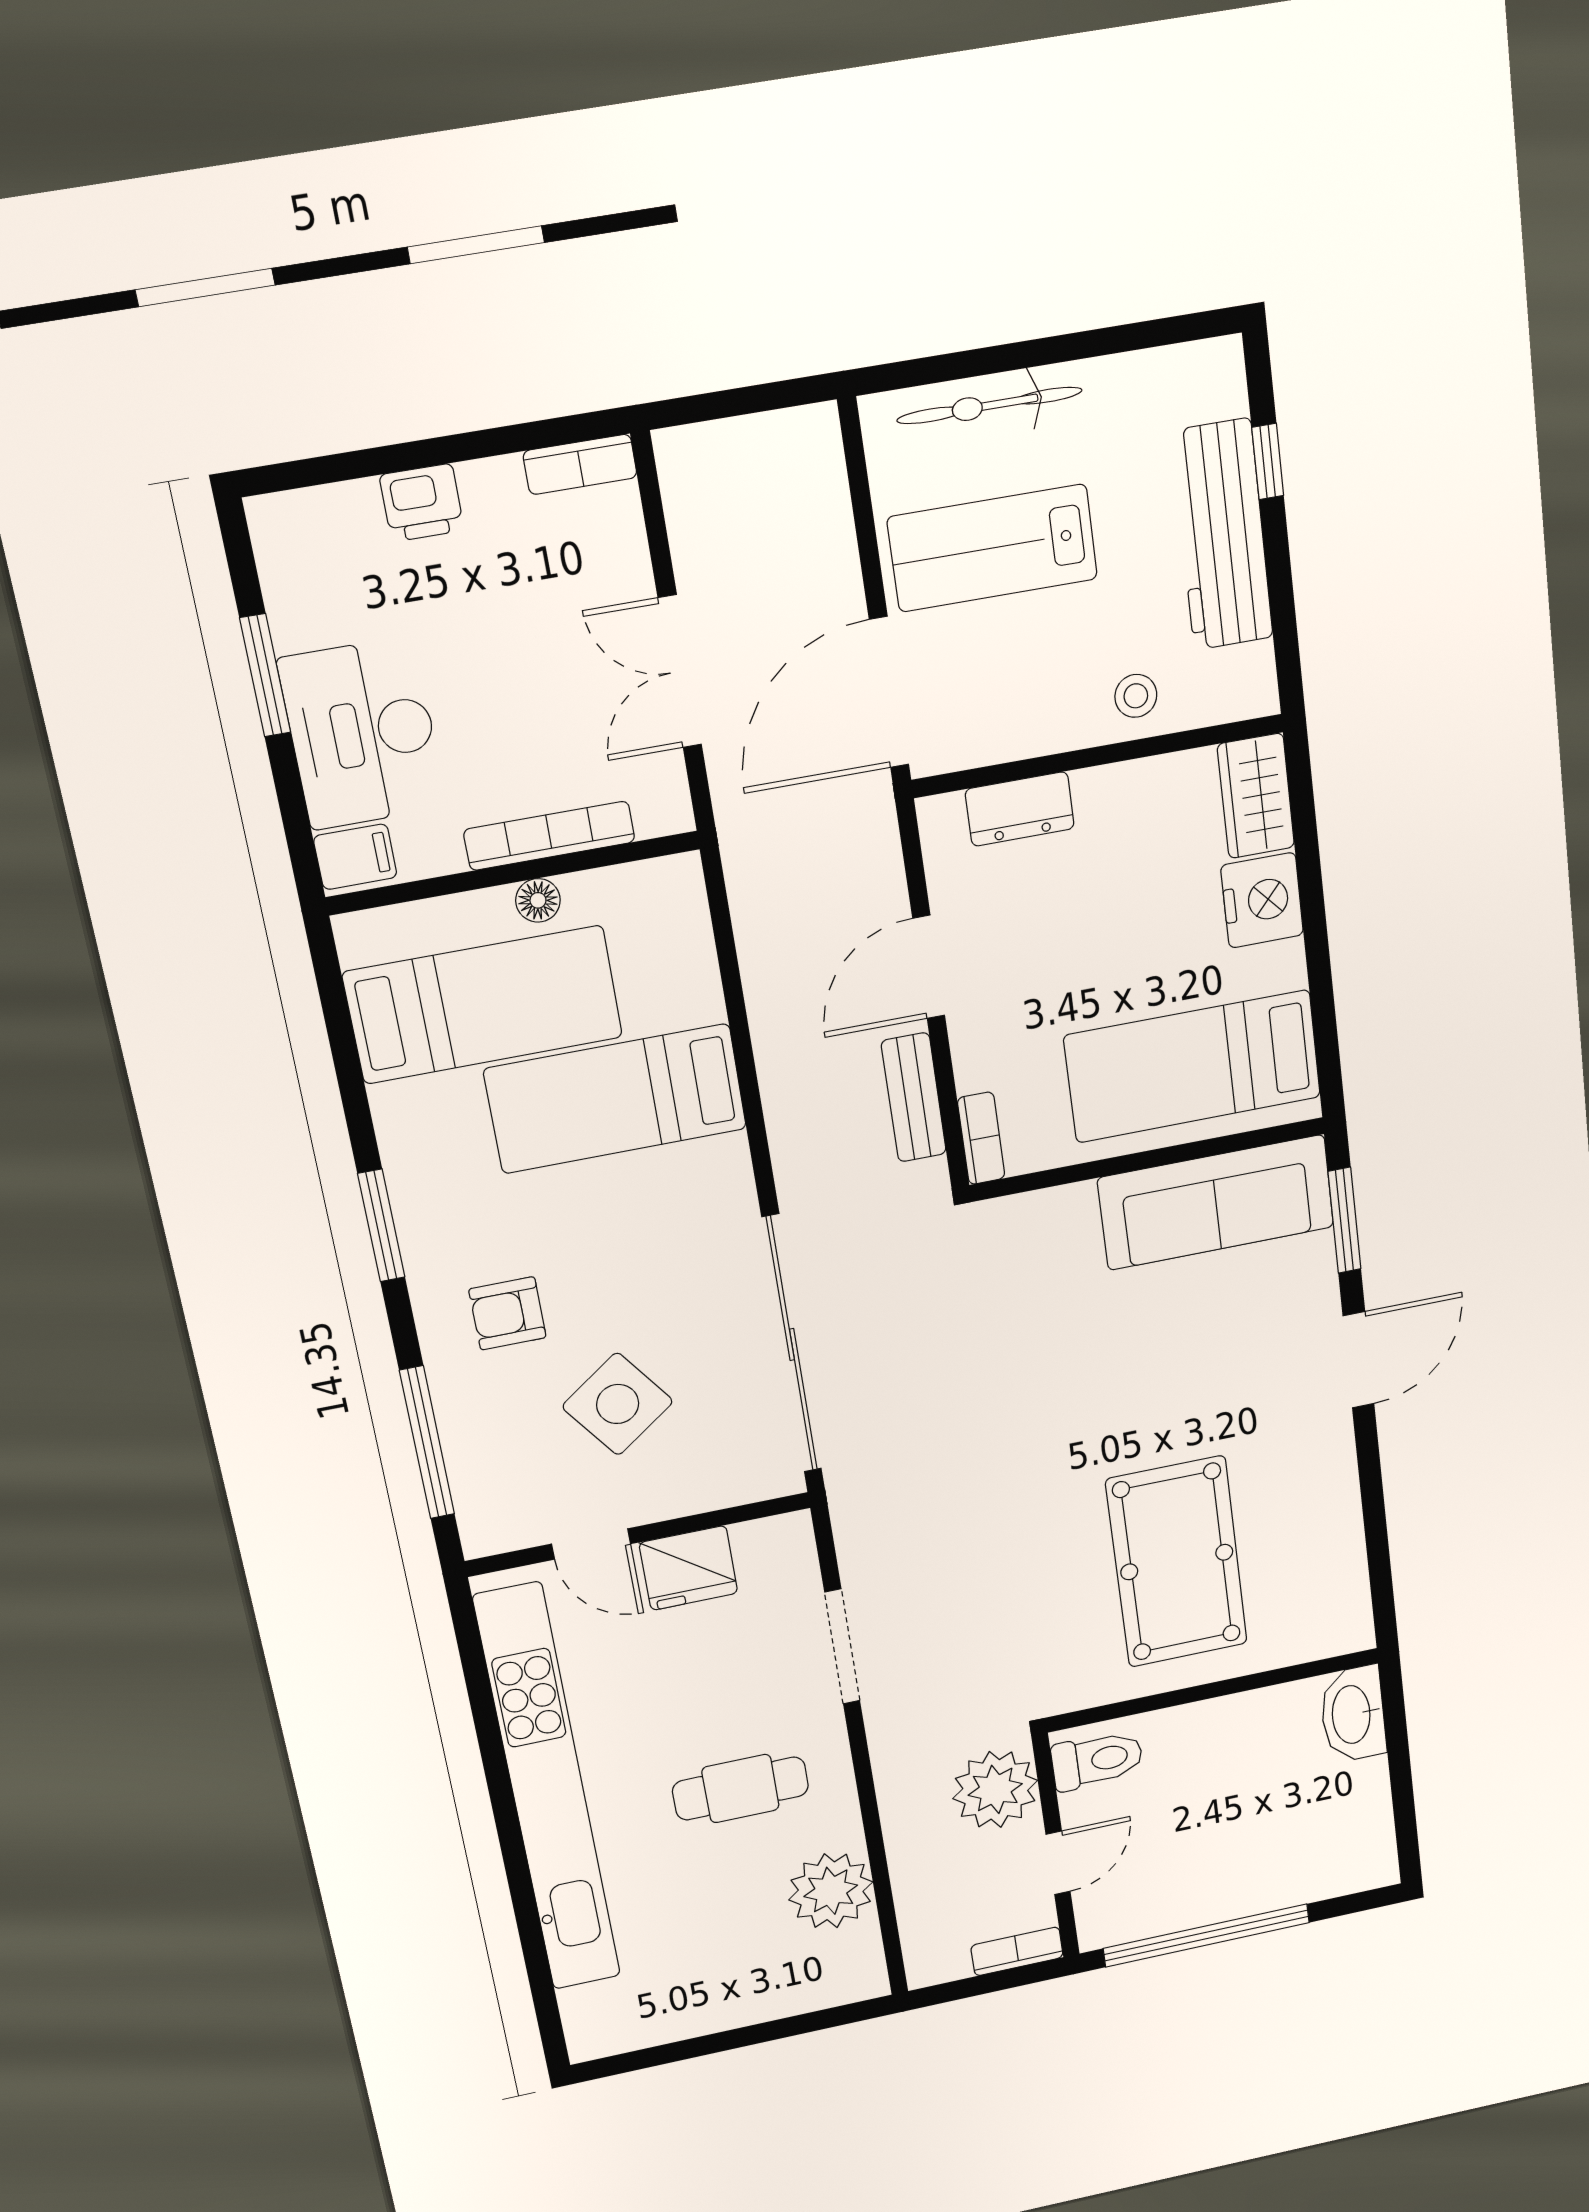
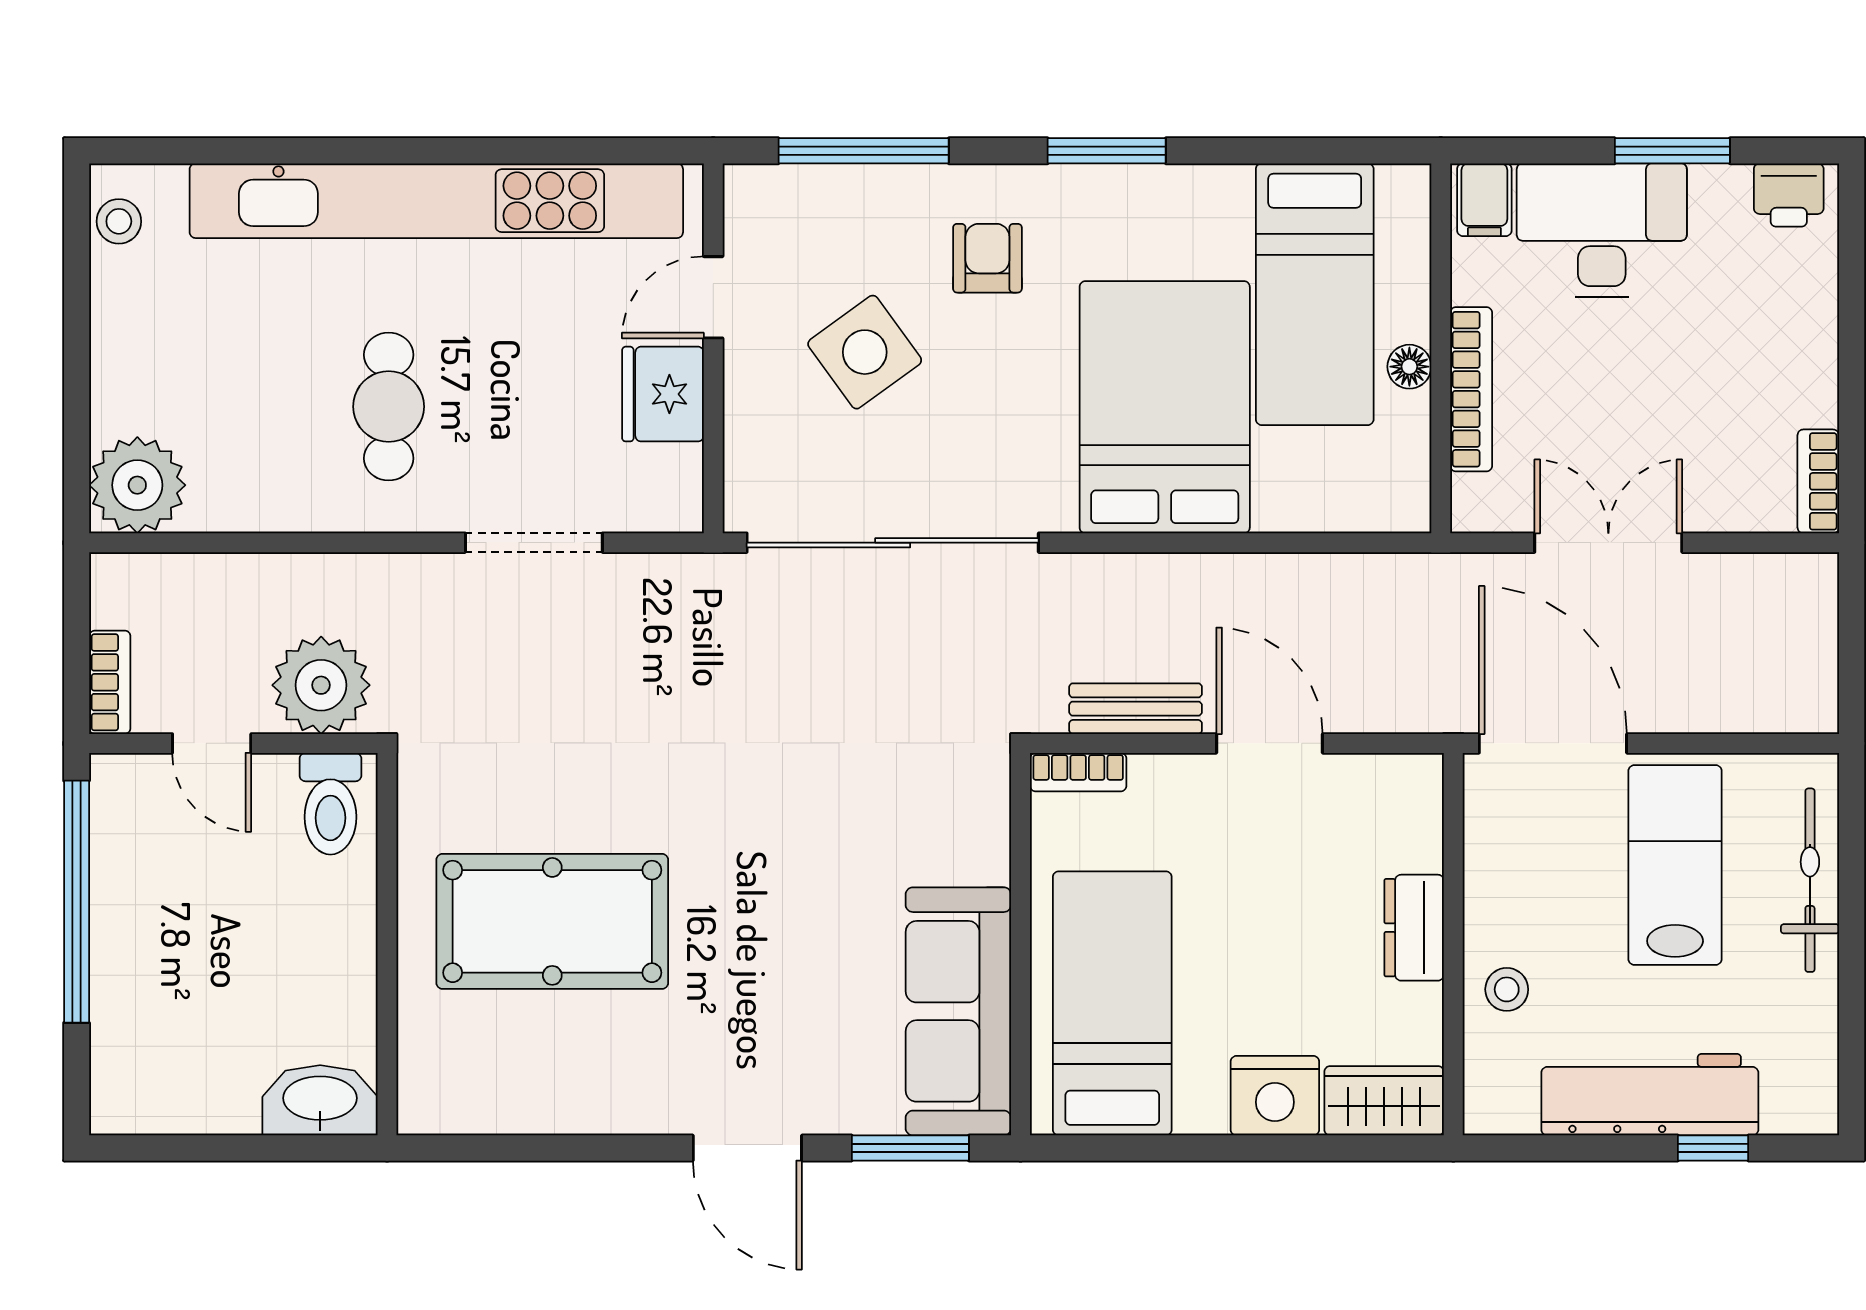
printer: (422, 503) -> (1789, 195), moved, turned -90
dresser: (1020, 809) -> (1414, 928), moved
bed: (616, 1099) -> (1165, 407), width x1.50
plant: (831, 1891) -> (137, 485), moved
stool: (616, 2032) -> (119, 221), added

